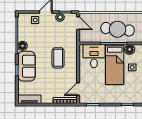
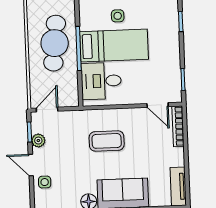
floor lamp: (130, 49) -> (88, 22), removed

